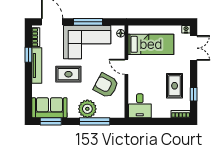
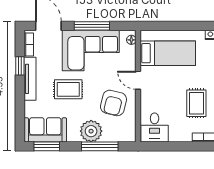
armchair: (106, 85) -> (113, 103), turned -104

